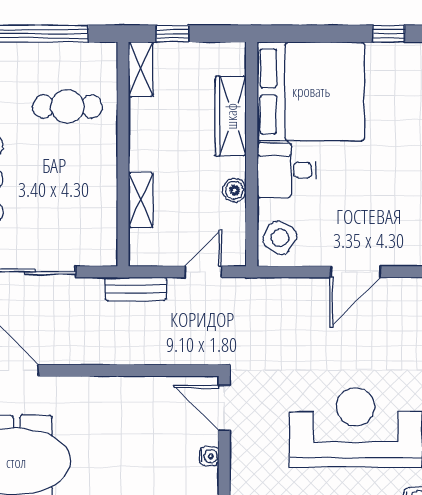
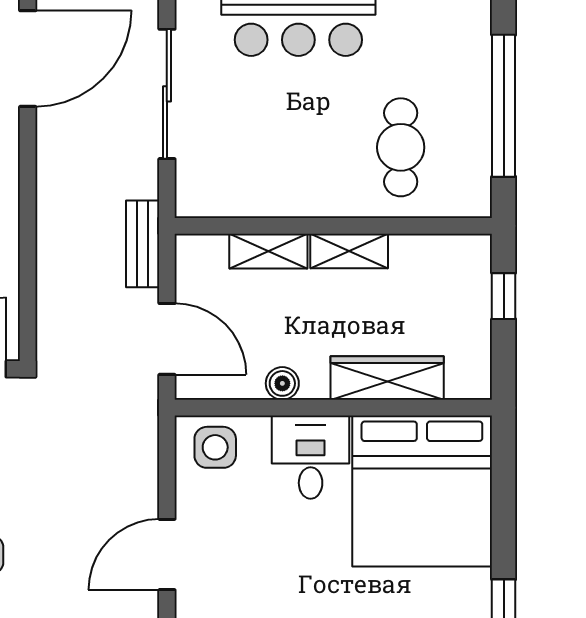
shelving: (141, 69) -> (349, 251), moved
side table: (280, 238) -> (215, 447), turned -30
door: (203, 272) -> (167, 339), width x1.38
door: (355, 272) -> (167, 554), hinge flipped

